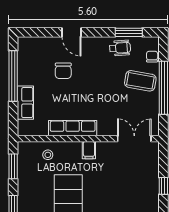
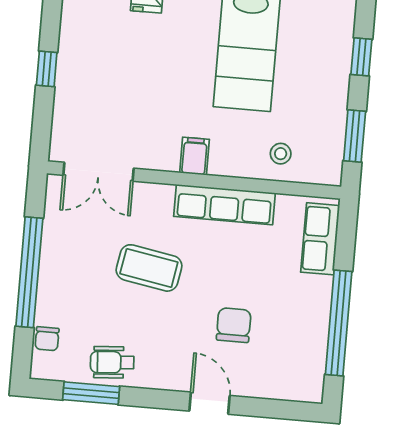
coffee table: (140, 81) -> (149, 268), moved
row of seats: (25, 103) -> (320, 239), moved

